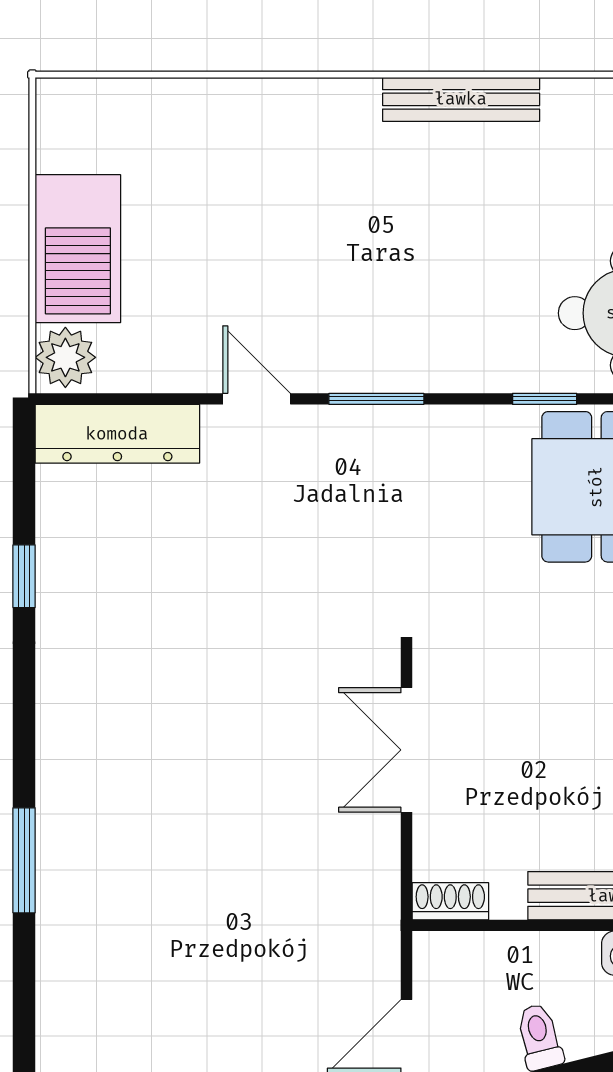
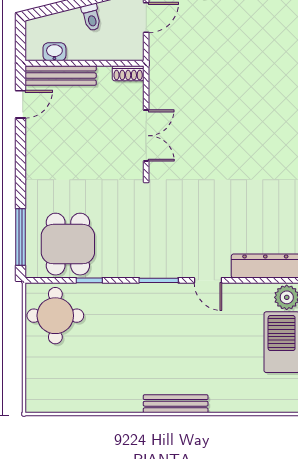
bench: (461, 99) -> (176, 404), moved

